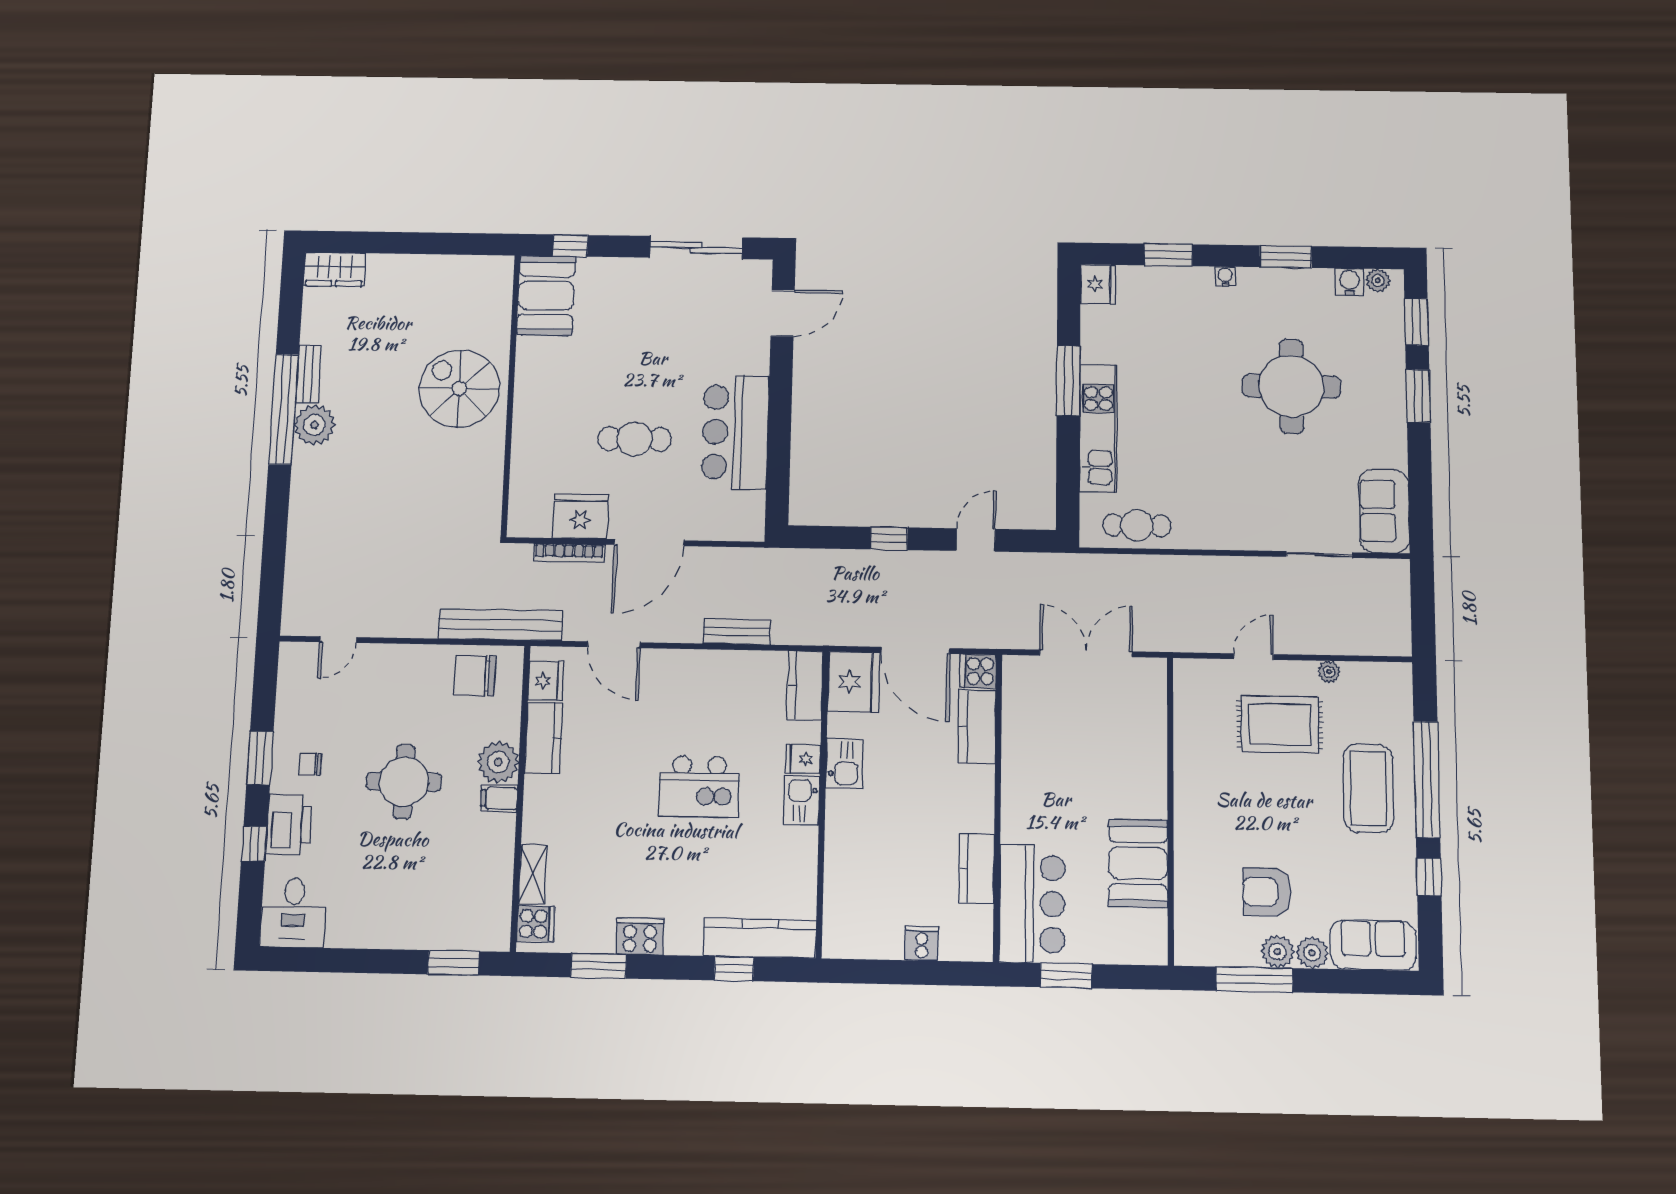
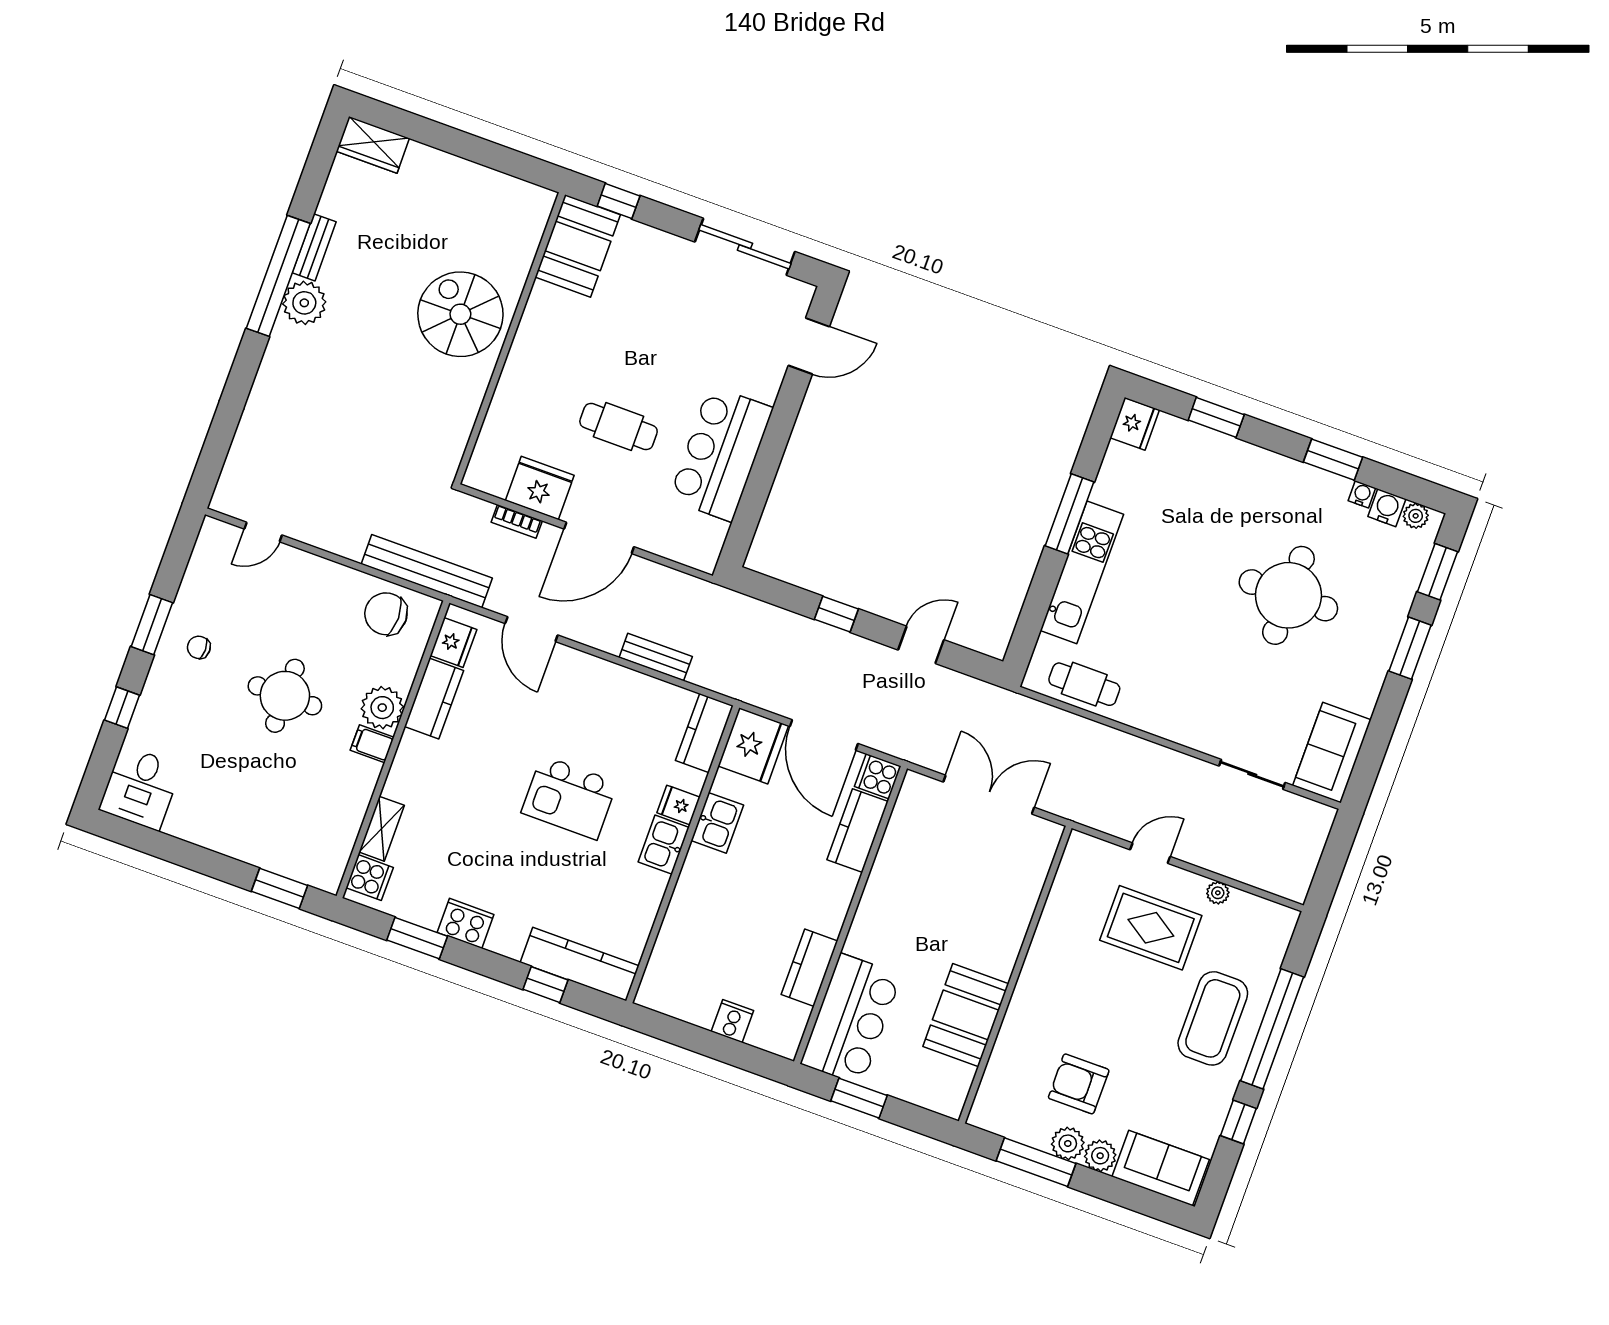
water cooler: (1225, 276) -> (1362, 494), moved
bookcase: (569, 553) -> (517, 521), width x0.64
printer: (289, 825) -> (161, 700), removed

